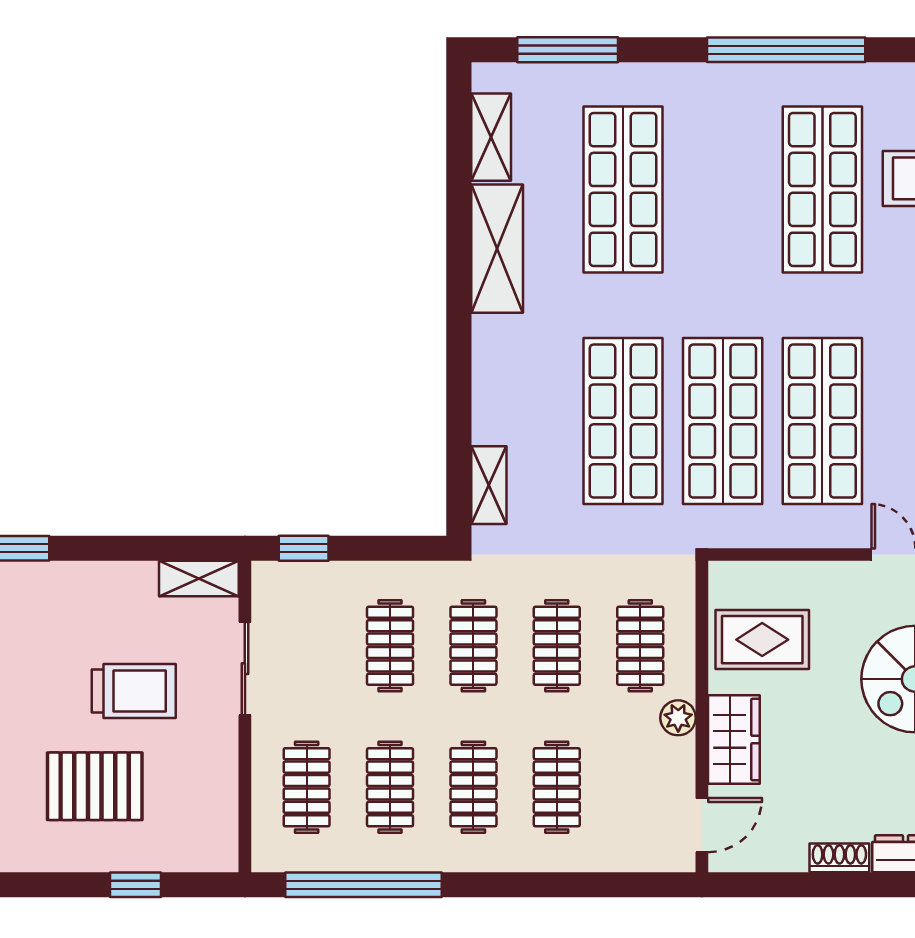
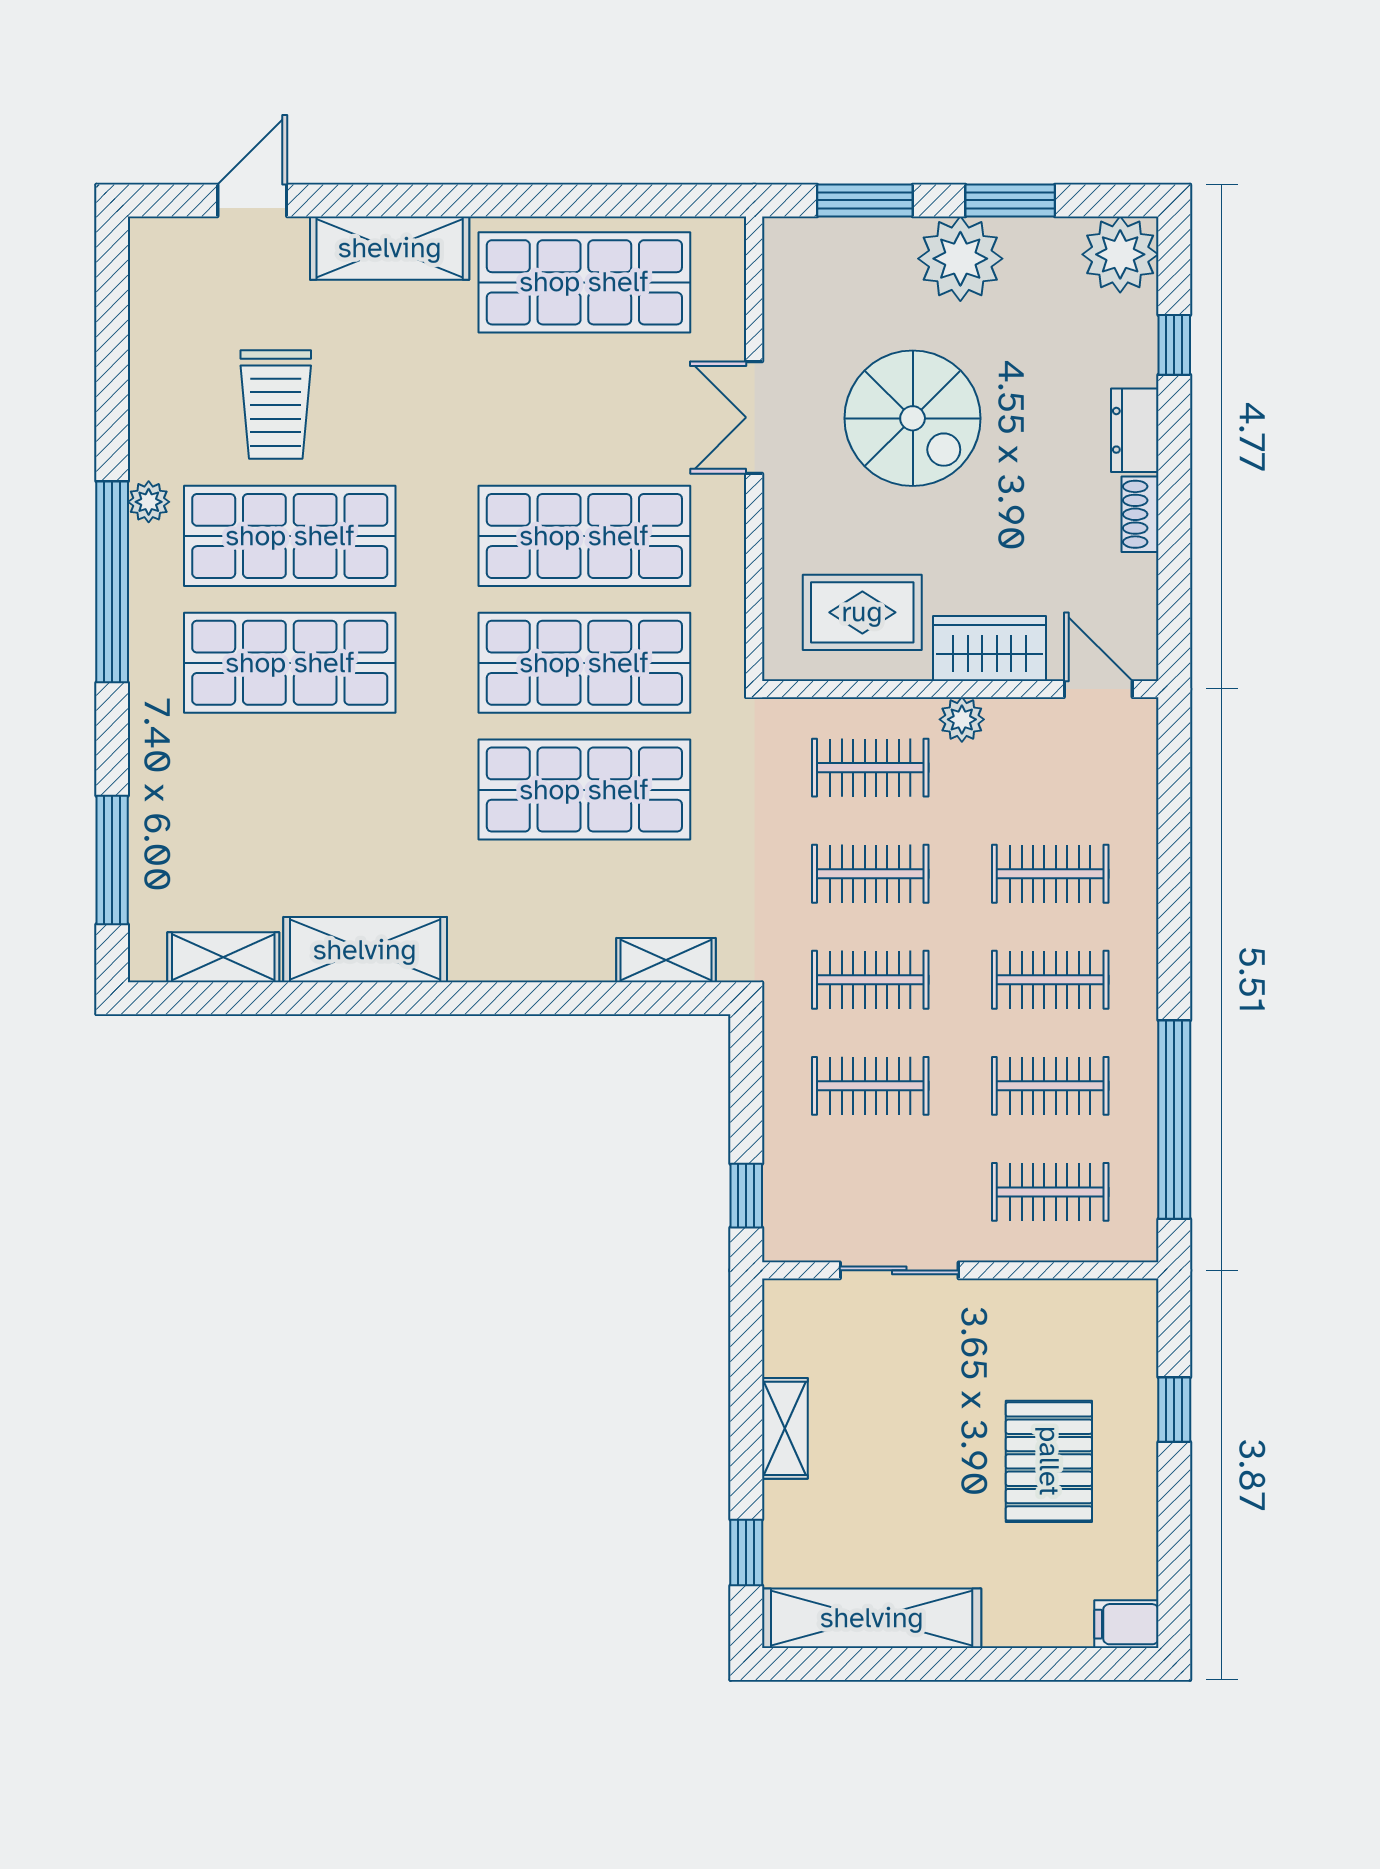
plant: (849, 78) -> (149, 502), added
shop shelf: (623, 189) -> (290, 663), moved
shelving: (199, 579) -> (785, 1428), moved
rug: (762, 640) -> (862, 612), turned 90
trolley: (134, 691) -> (928, 1412), removed

